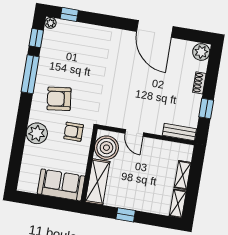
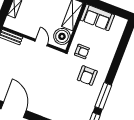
armchair: (59, 99) -> (87, 76), turned 97
plant: (37, 133) -> (107, 55), removed

